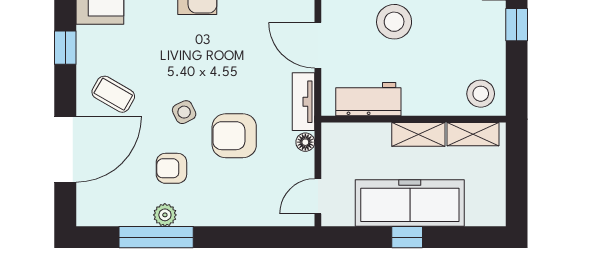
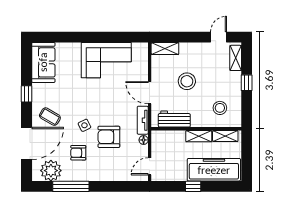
stool: (481, 94) -> (220, 108), moved
freezer: (410, 203) -> (214, 170), moved
plant: (165, 215) -> (51, 171), moved, width x1.88, depth x1.88

